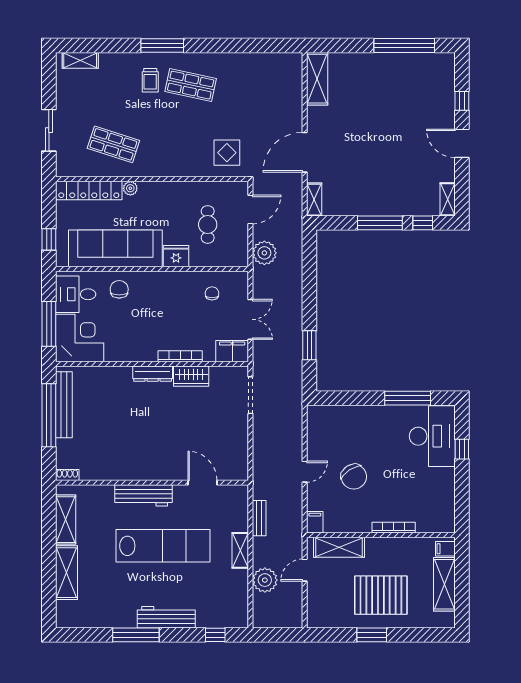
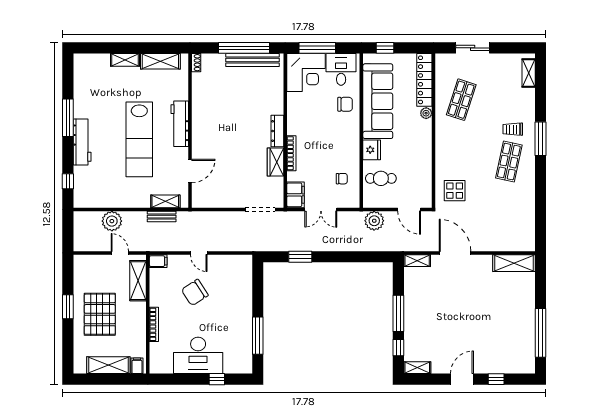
cafe table: (208, 224) -> (381, 178), moved
desk: (432, 436) -> (198, 355), moved
shelving: (240, 550) -> (165, 201), moved
shelving: (67, 573) -> (125, 60), width x0.67, depth x0.75

